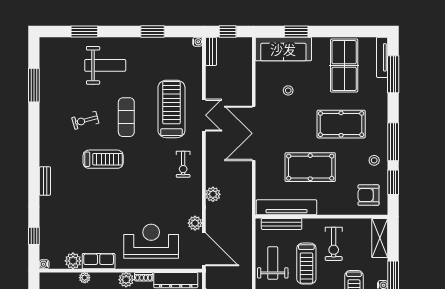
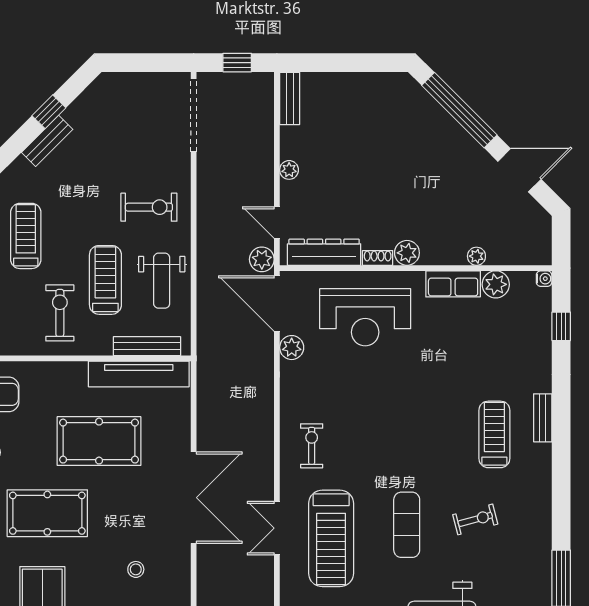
treadmill: (103, 159) -> (494, 434), moved, turned 90
plant: (213, 194) -> (262, 259), moved

